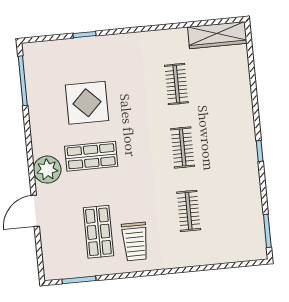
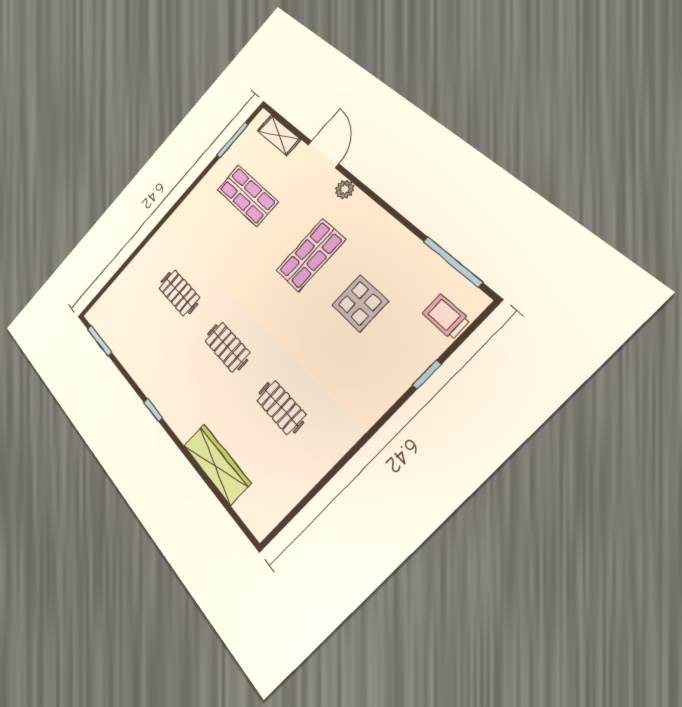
wardrobe: (217, 35) -> (217, 464), moved, turned 90
display table: (87, 103) -> (360, 303), width x0.73, depth x0.73
plant: (47, 170) -> (345, 189), width x0.53, depth x0.53
trolley: (135, 242) -> (446, 317), moved, width x0.73, depth x0.72
shelving: (50, 251) -> (279, 135), added

